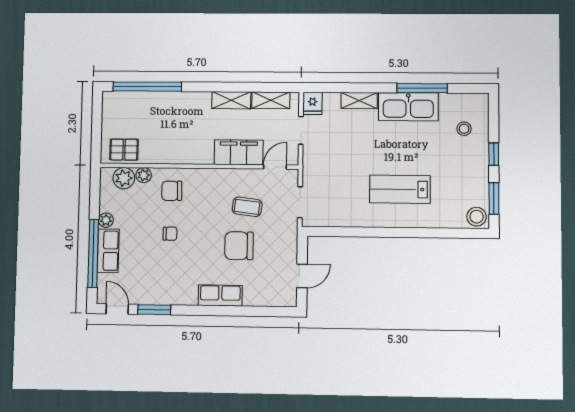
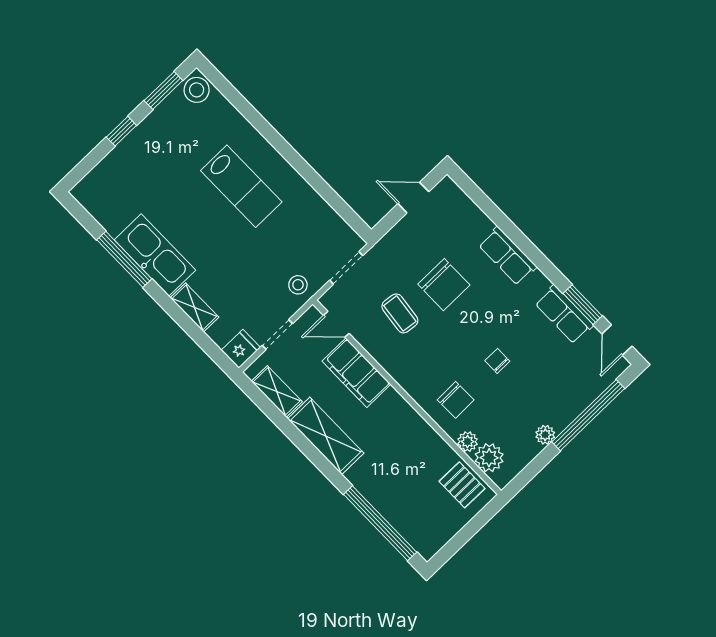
shelving: (231, 100) -> (326, 436), width x1.50, depth x1.33
stool: (464, 129) -> (298, 285), moved
row of seats: (108, 251) -> (564, 314), moved, turned -90

